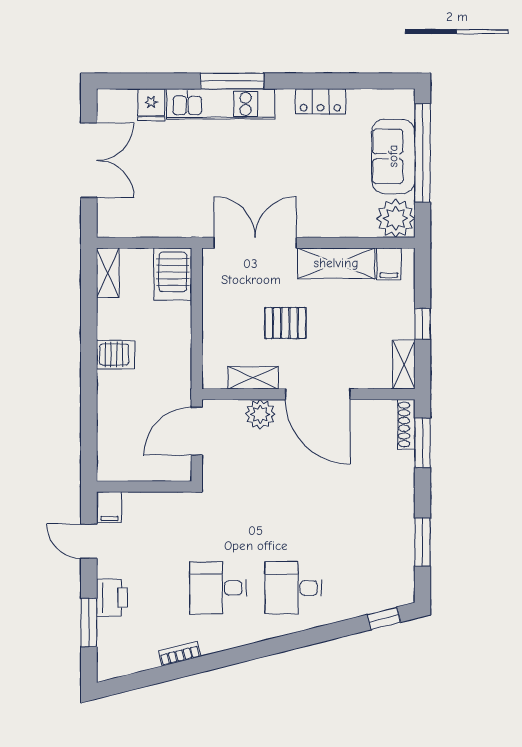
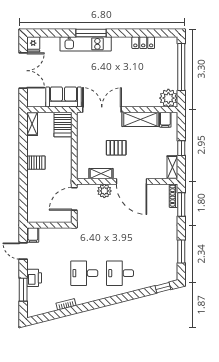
locker: (320, 101) -> (143, 43), moved
fridge: (151, 105) -> (33, 44), moved
sofa: (393, 156) -> (63, 97), moved, turned 90

